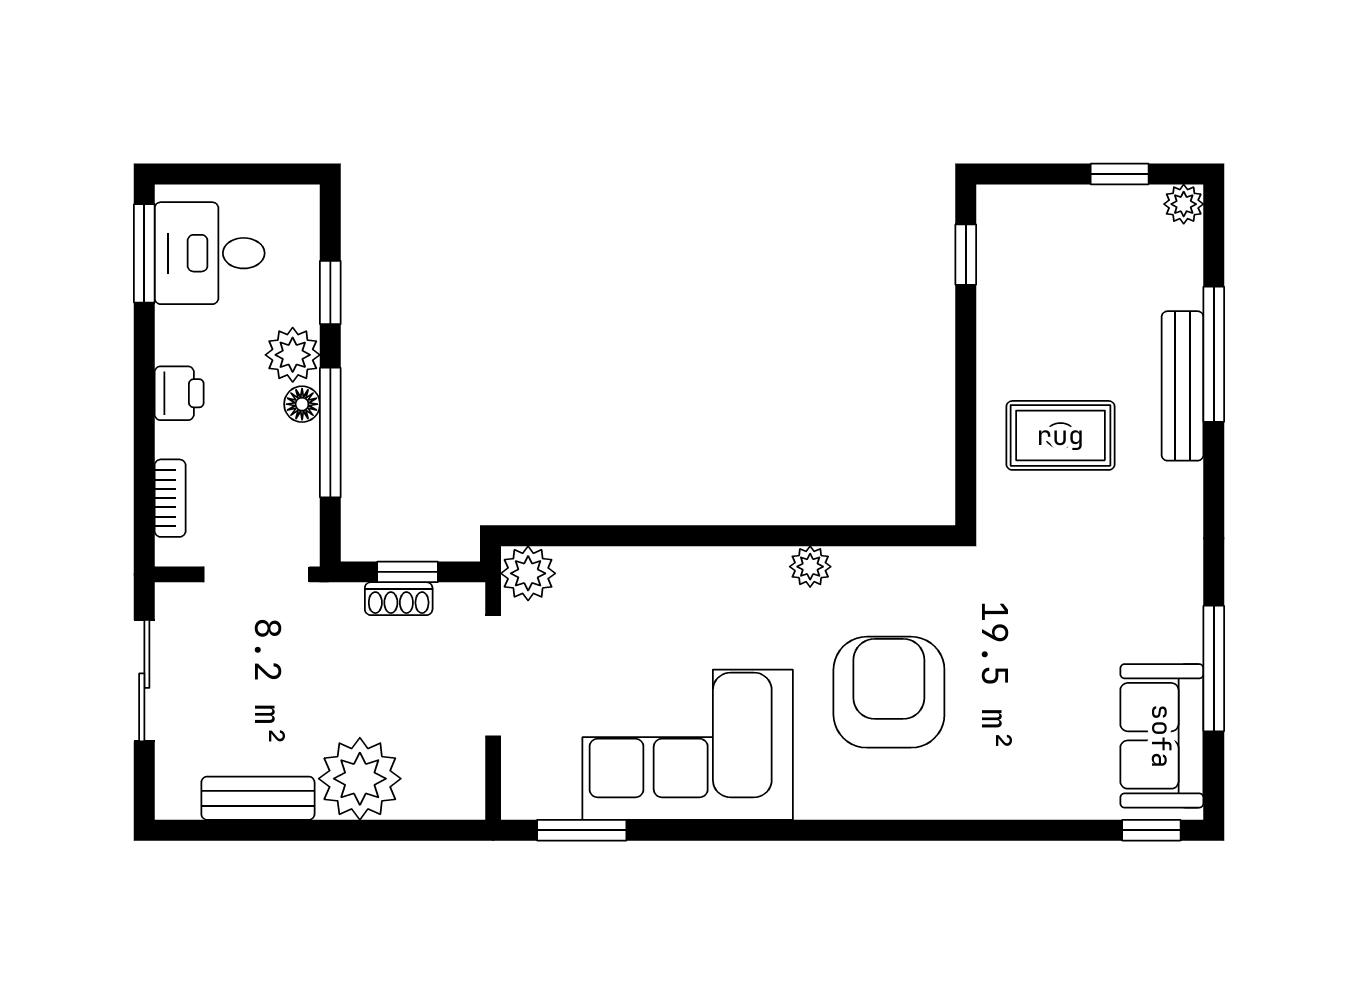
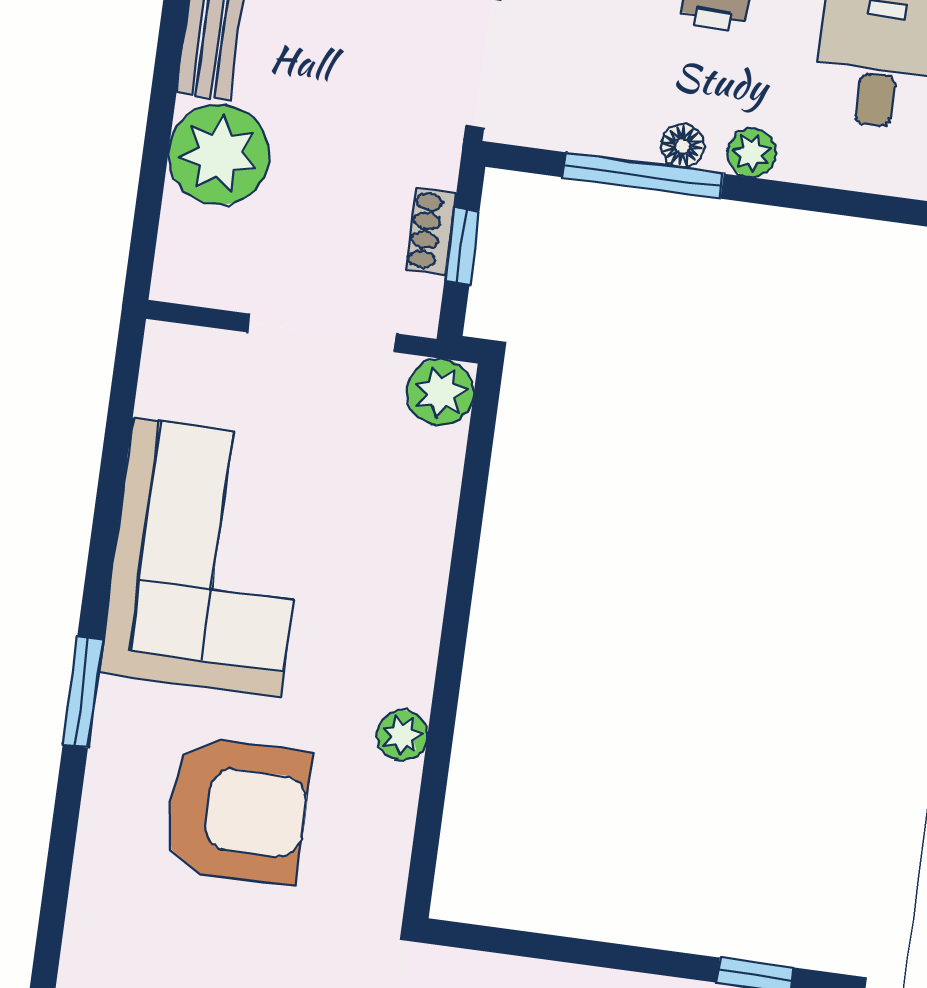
window: (330, 293) -> (813, 198), removed
plant: (293, 355) -> (752, 153), width x0.73, depth x0.73
window: (582, 830) -> (83, 692), moved

